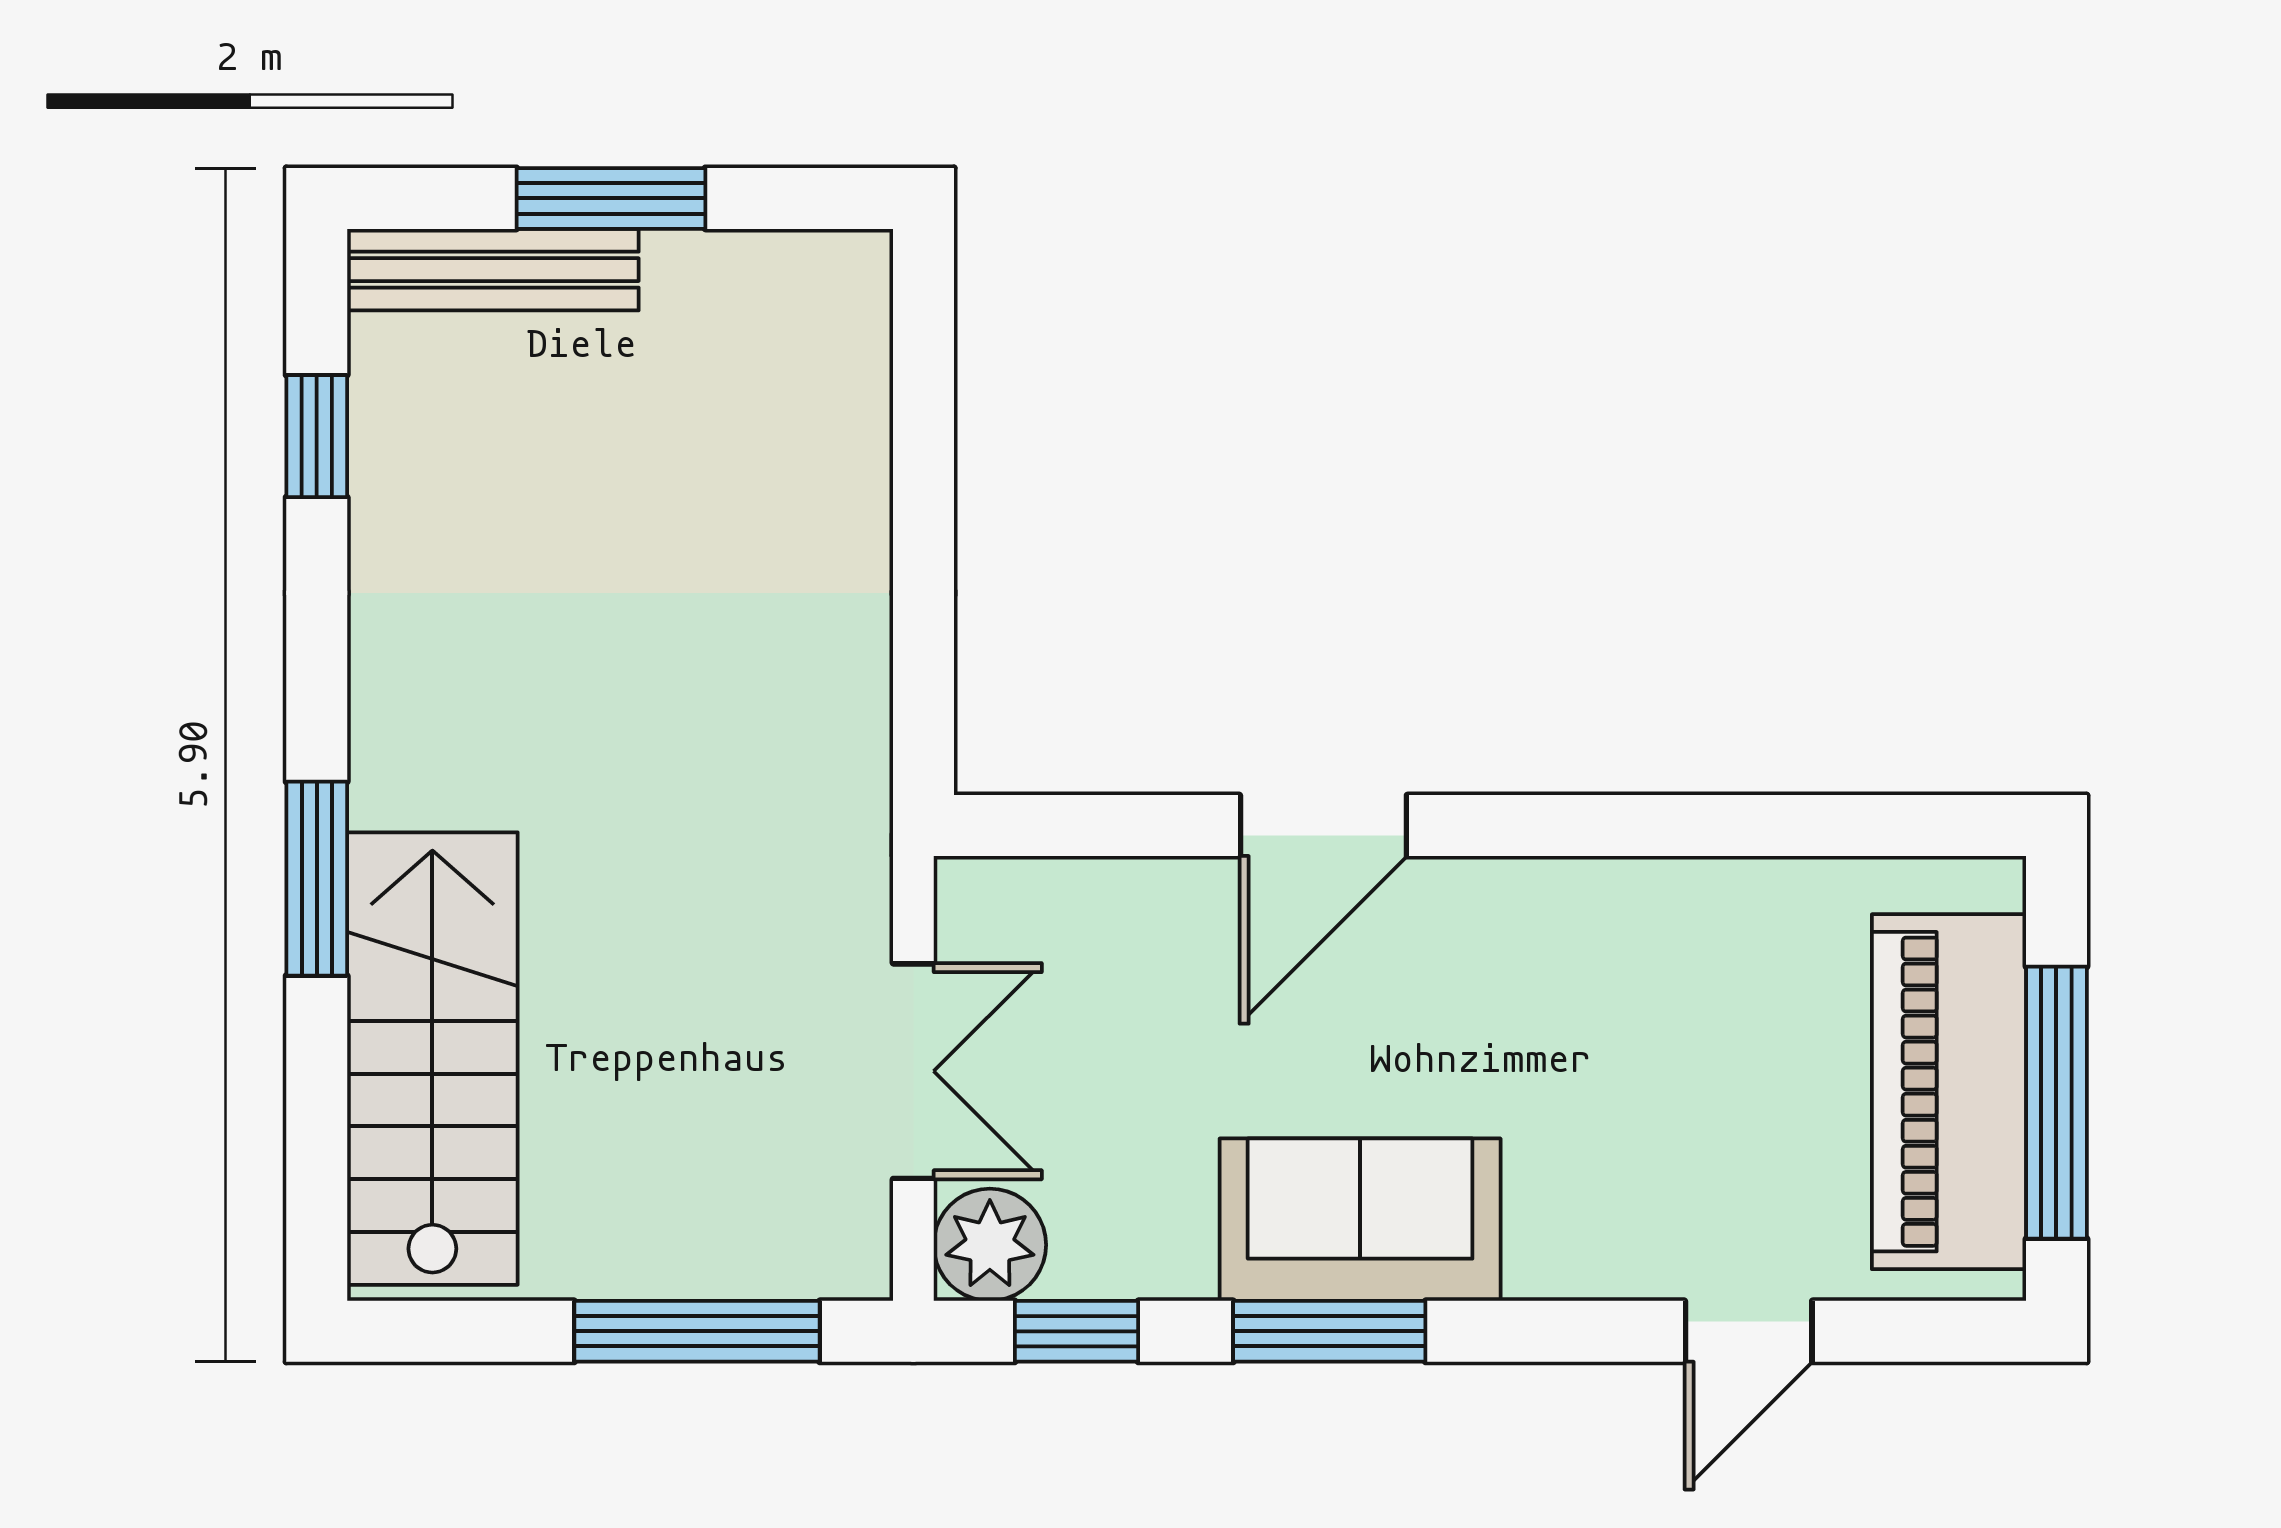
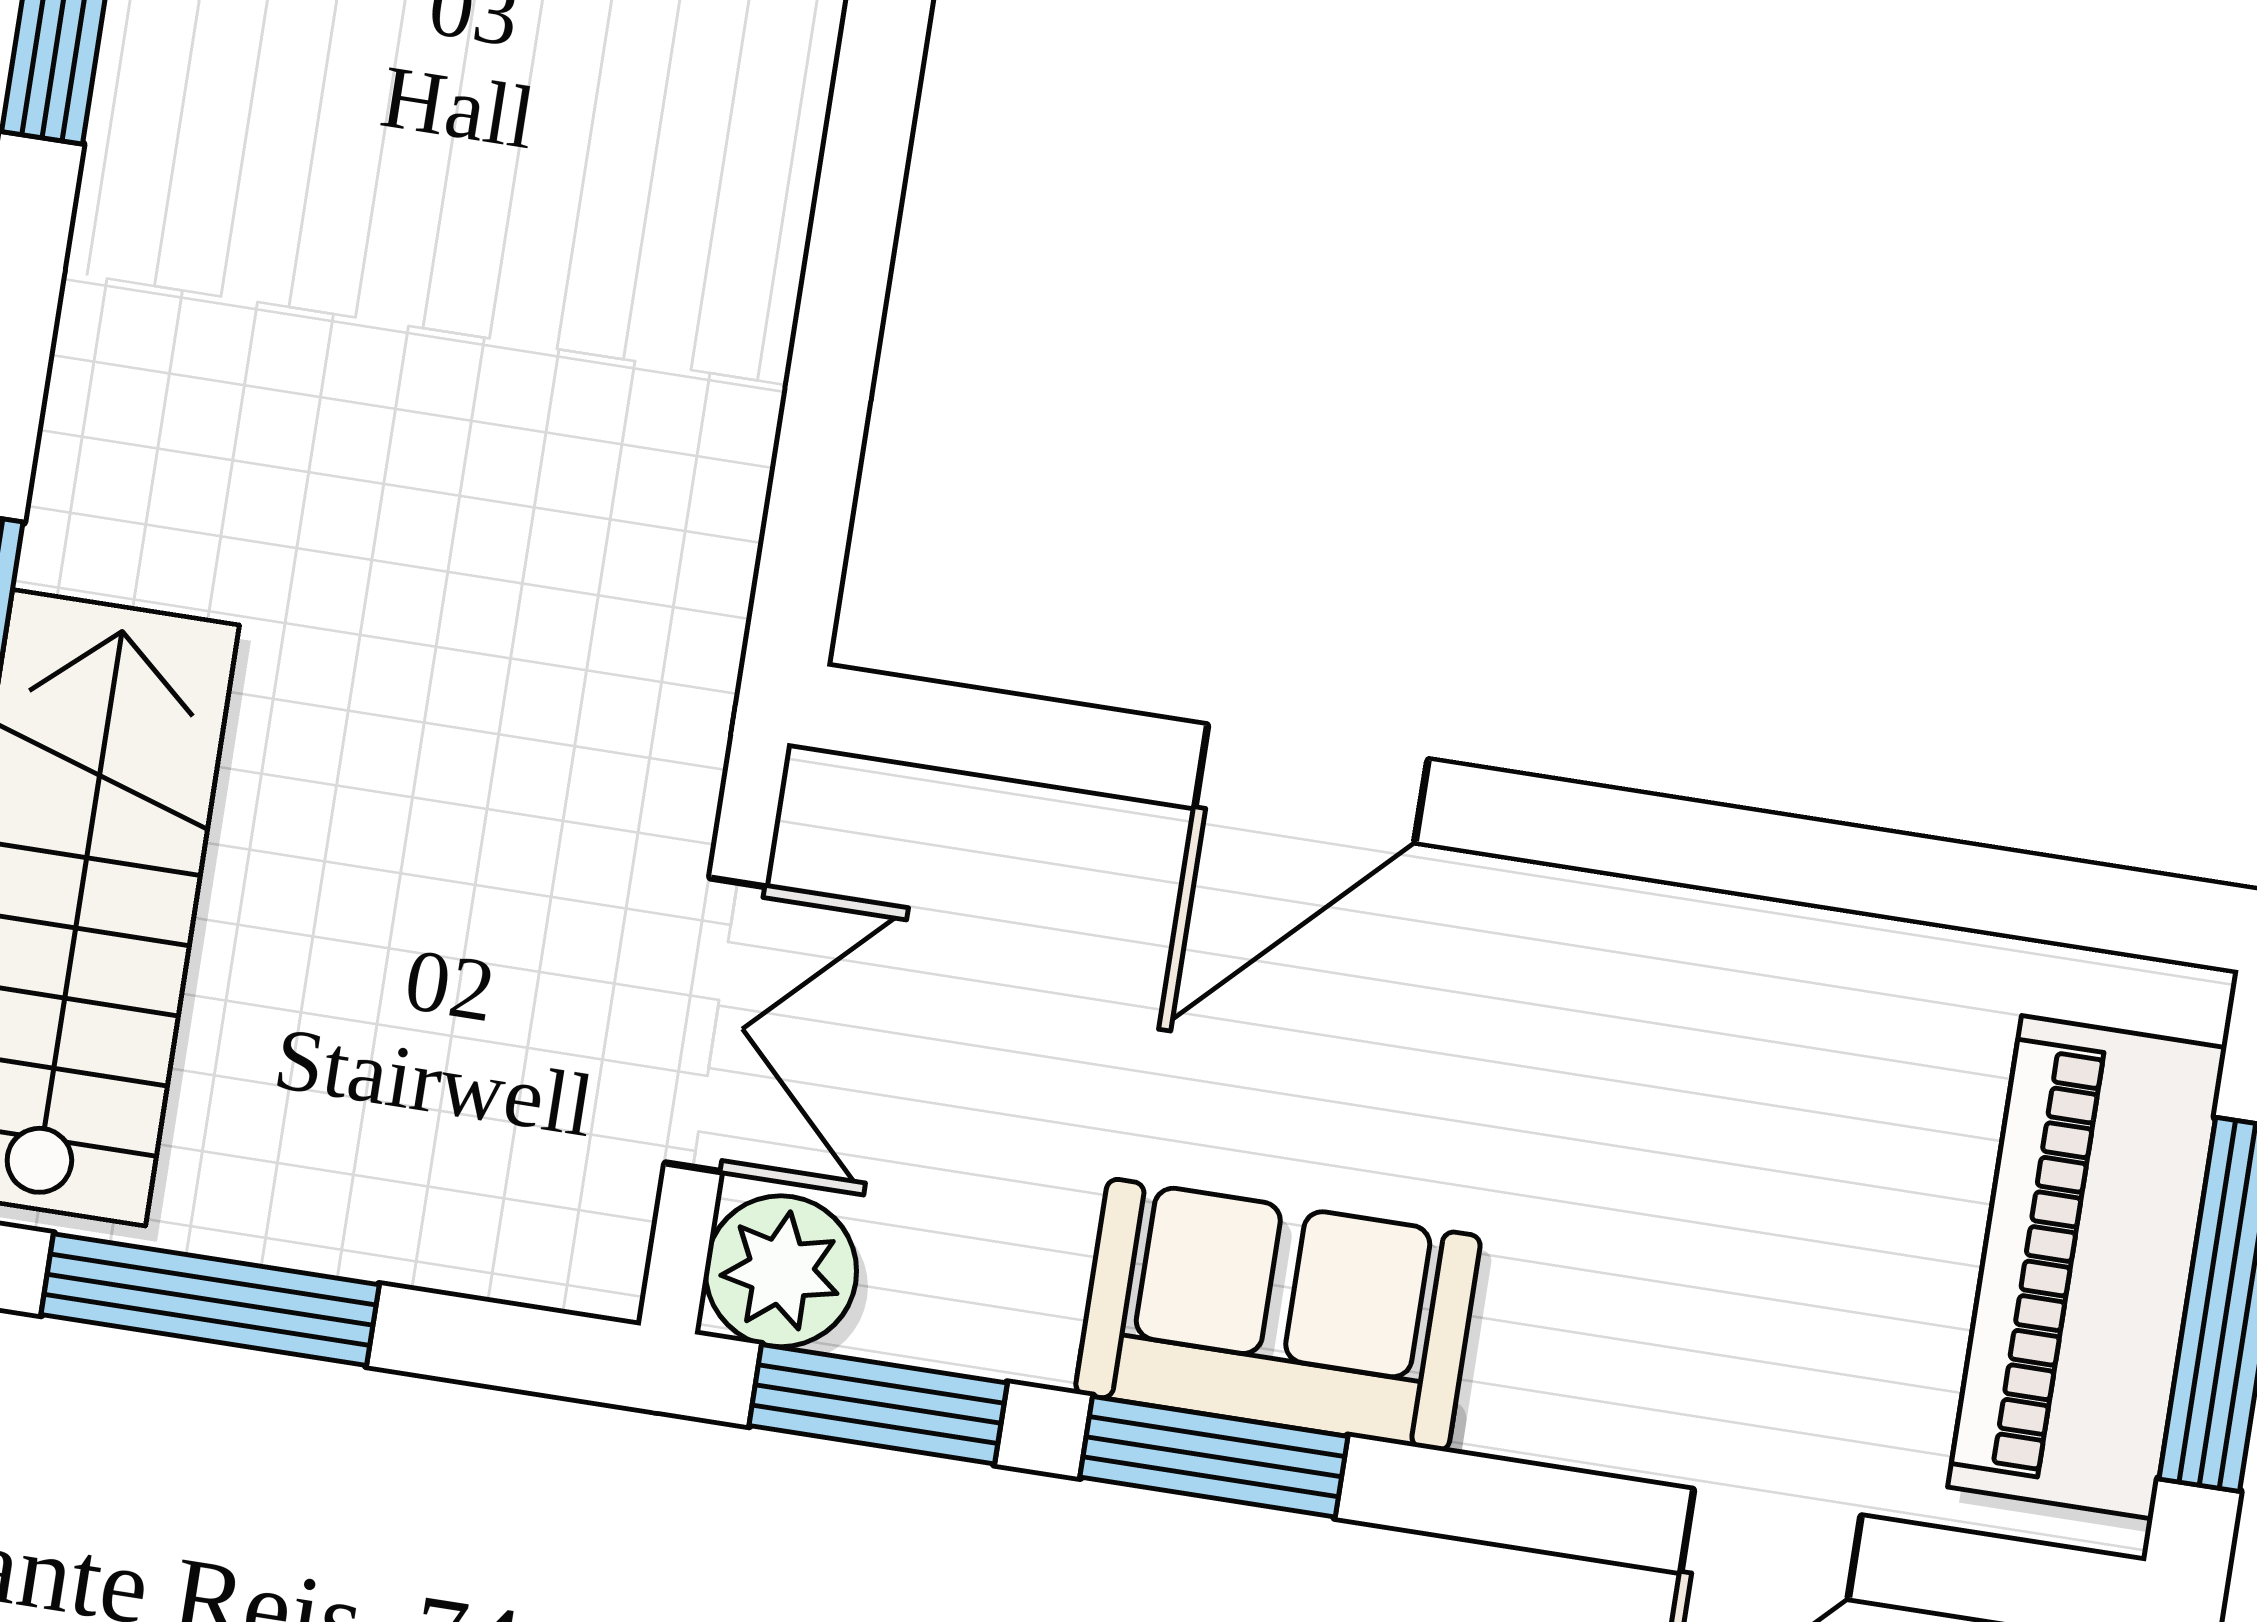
window: (697, 1331) -> (210, 1300), moved
window: (1077, 1331) -> (878, 1404), width x1.50

